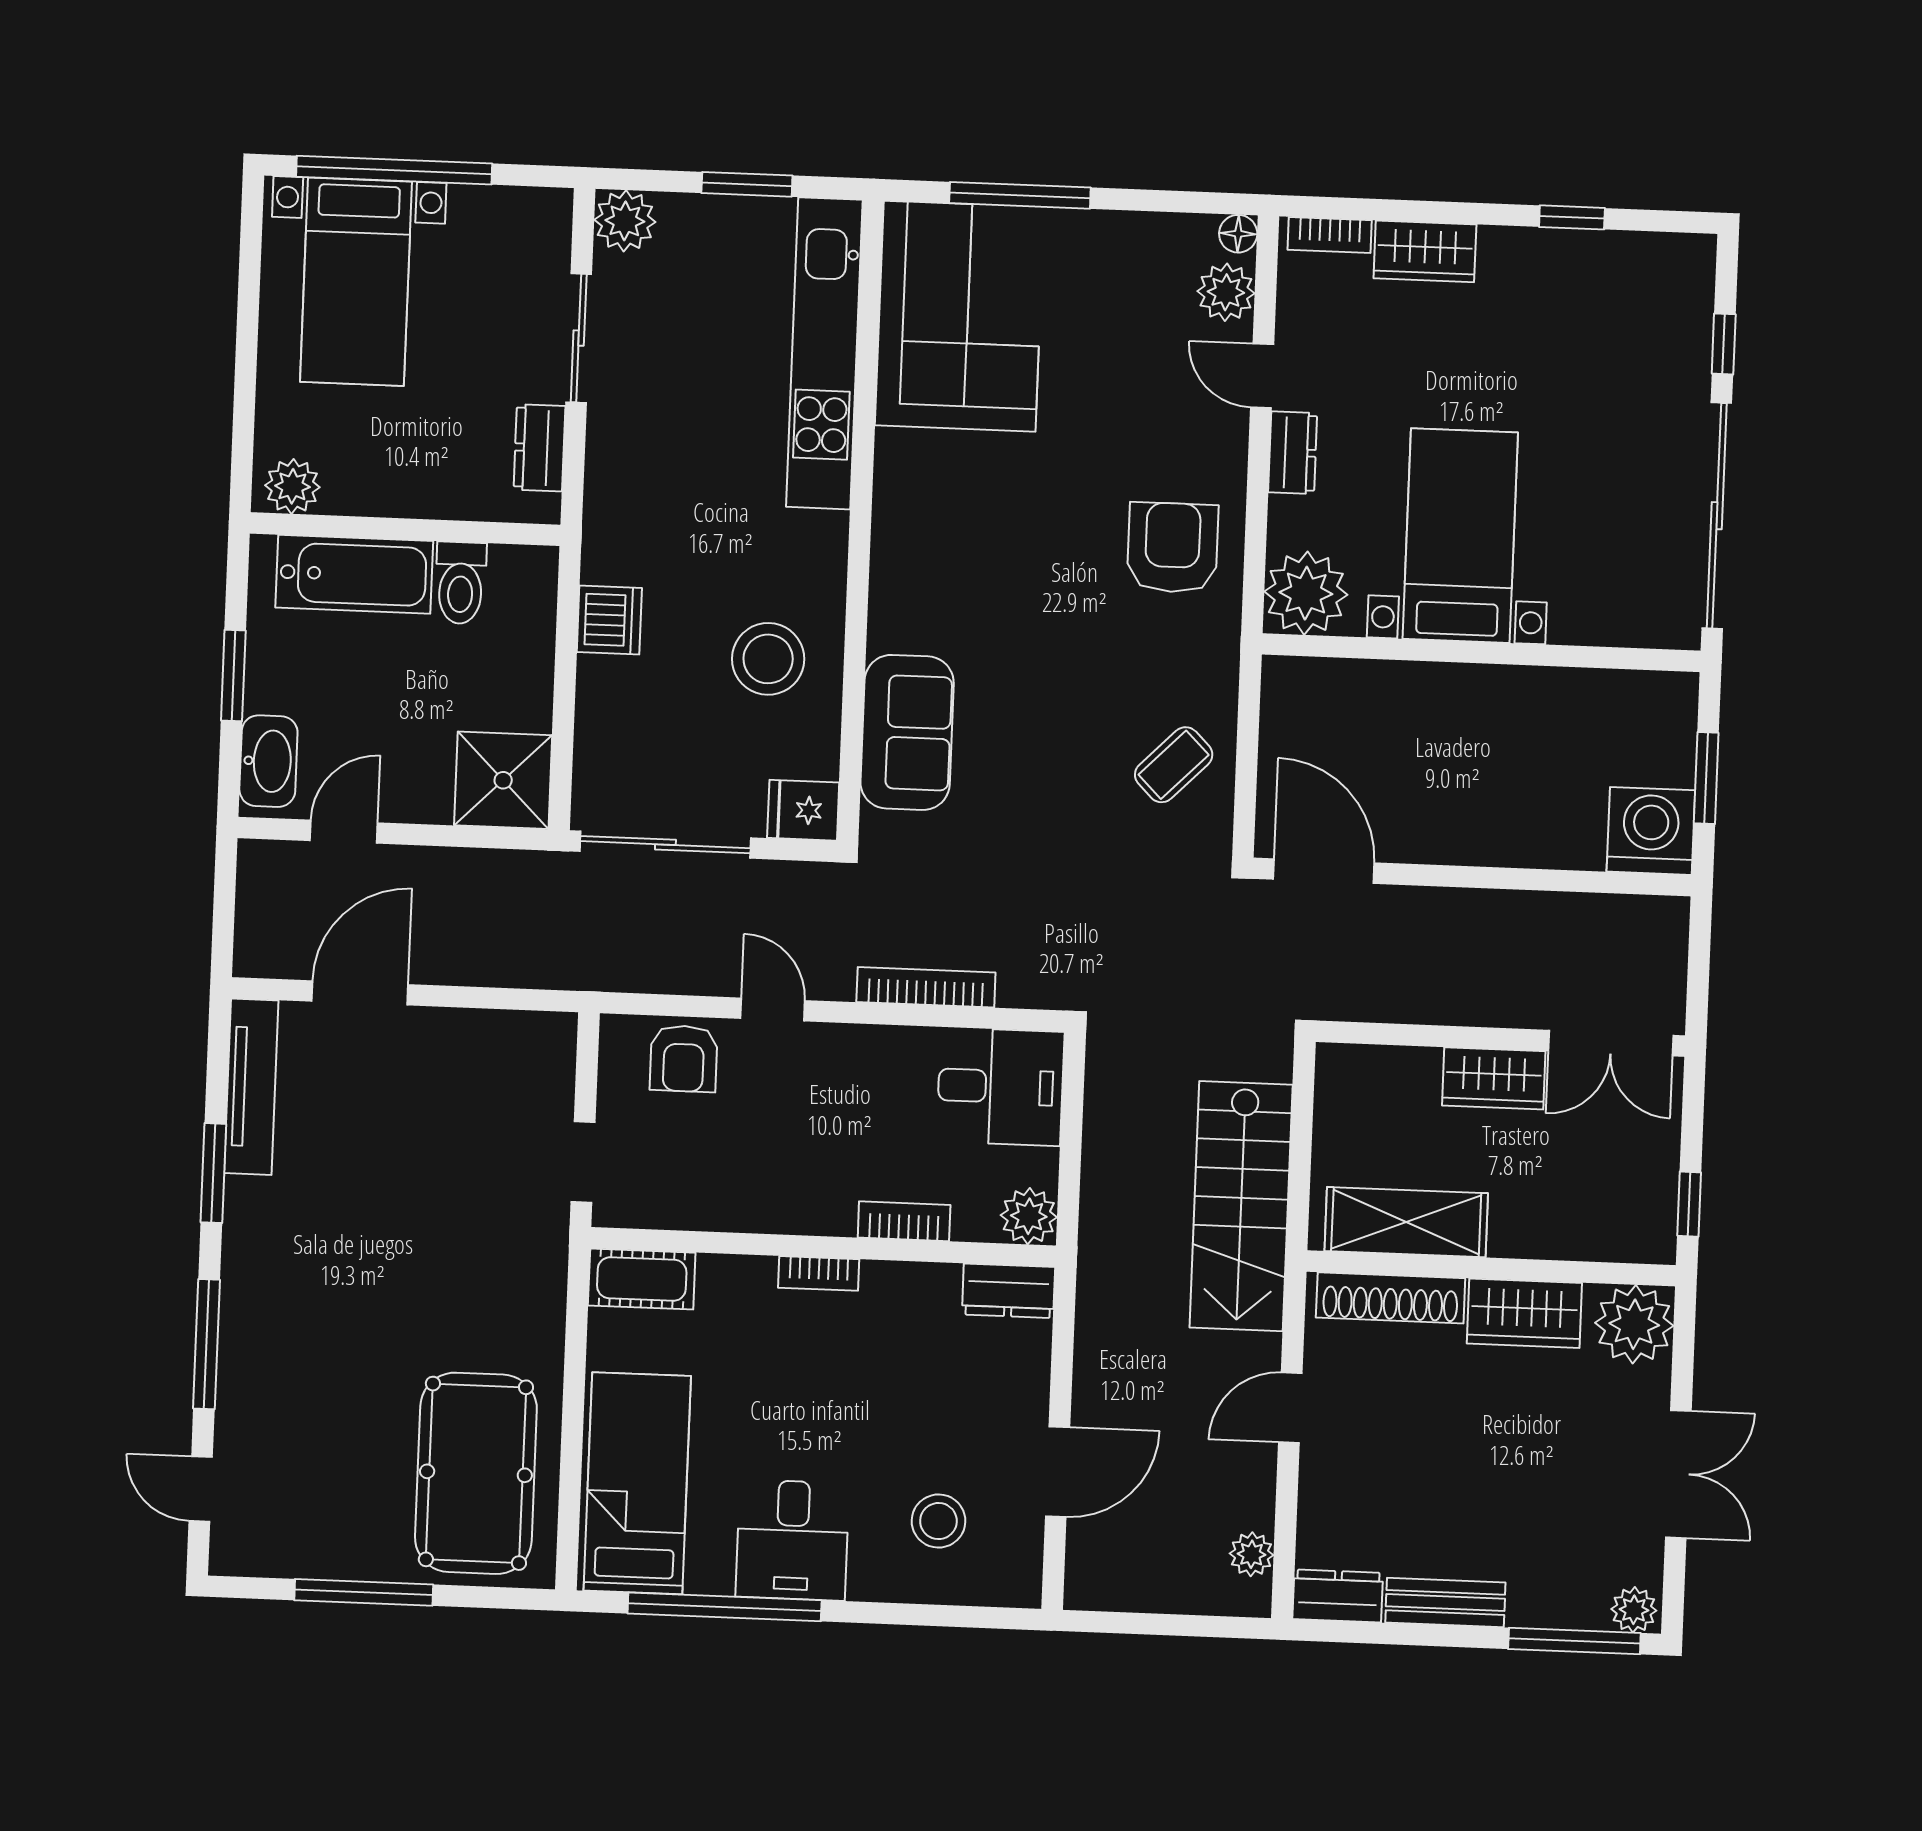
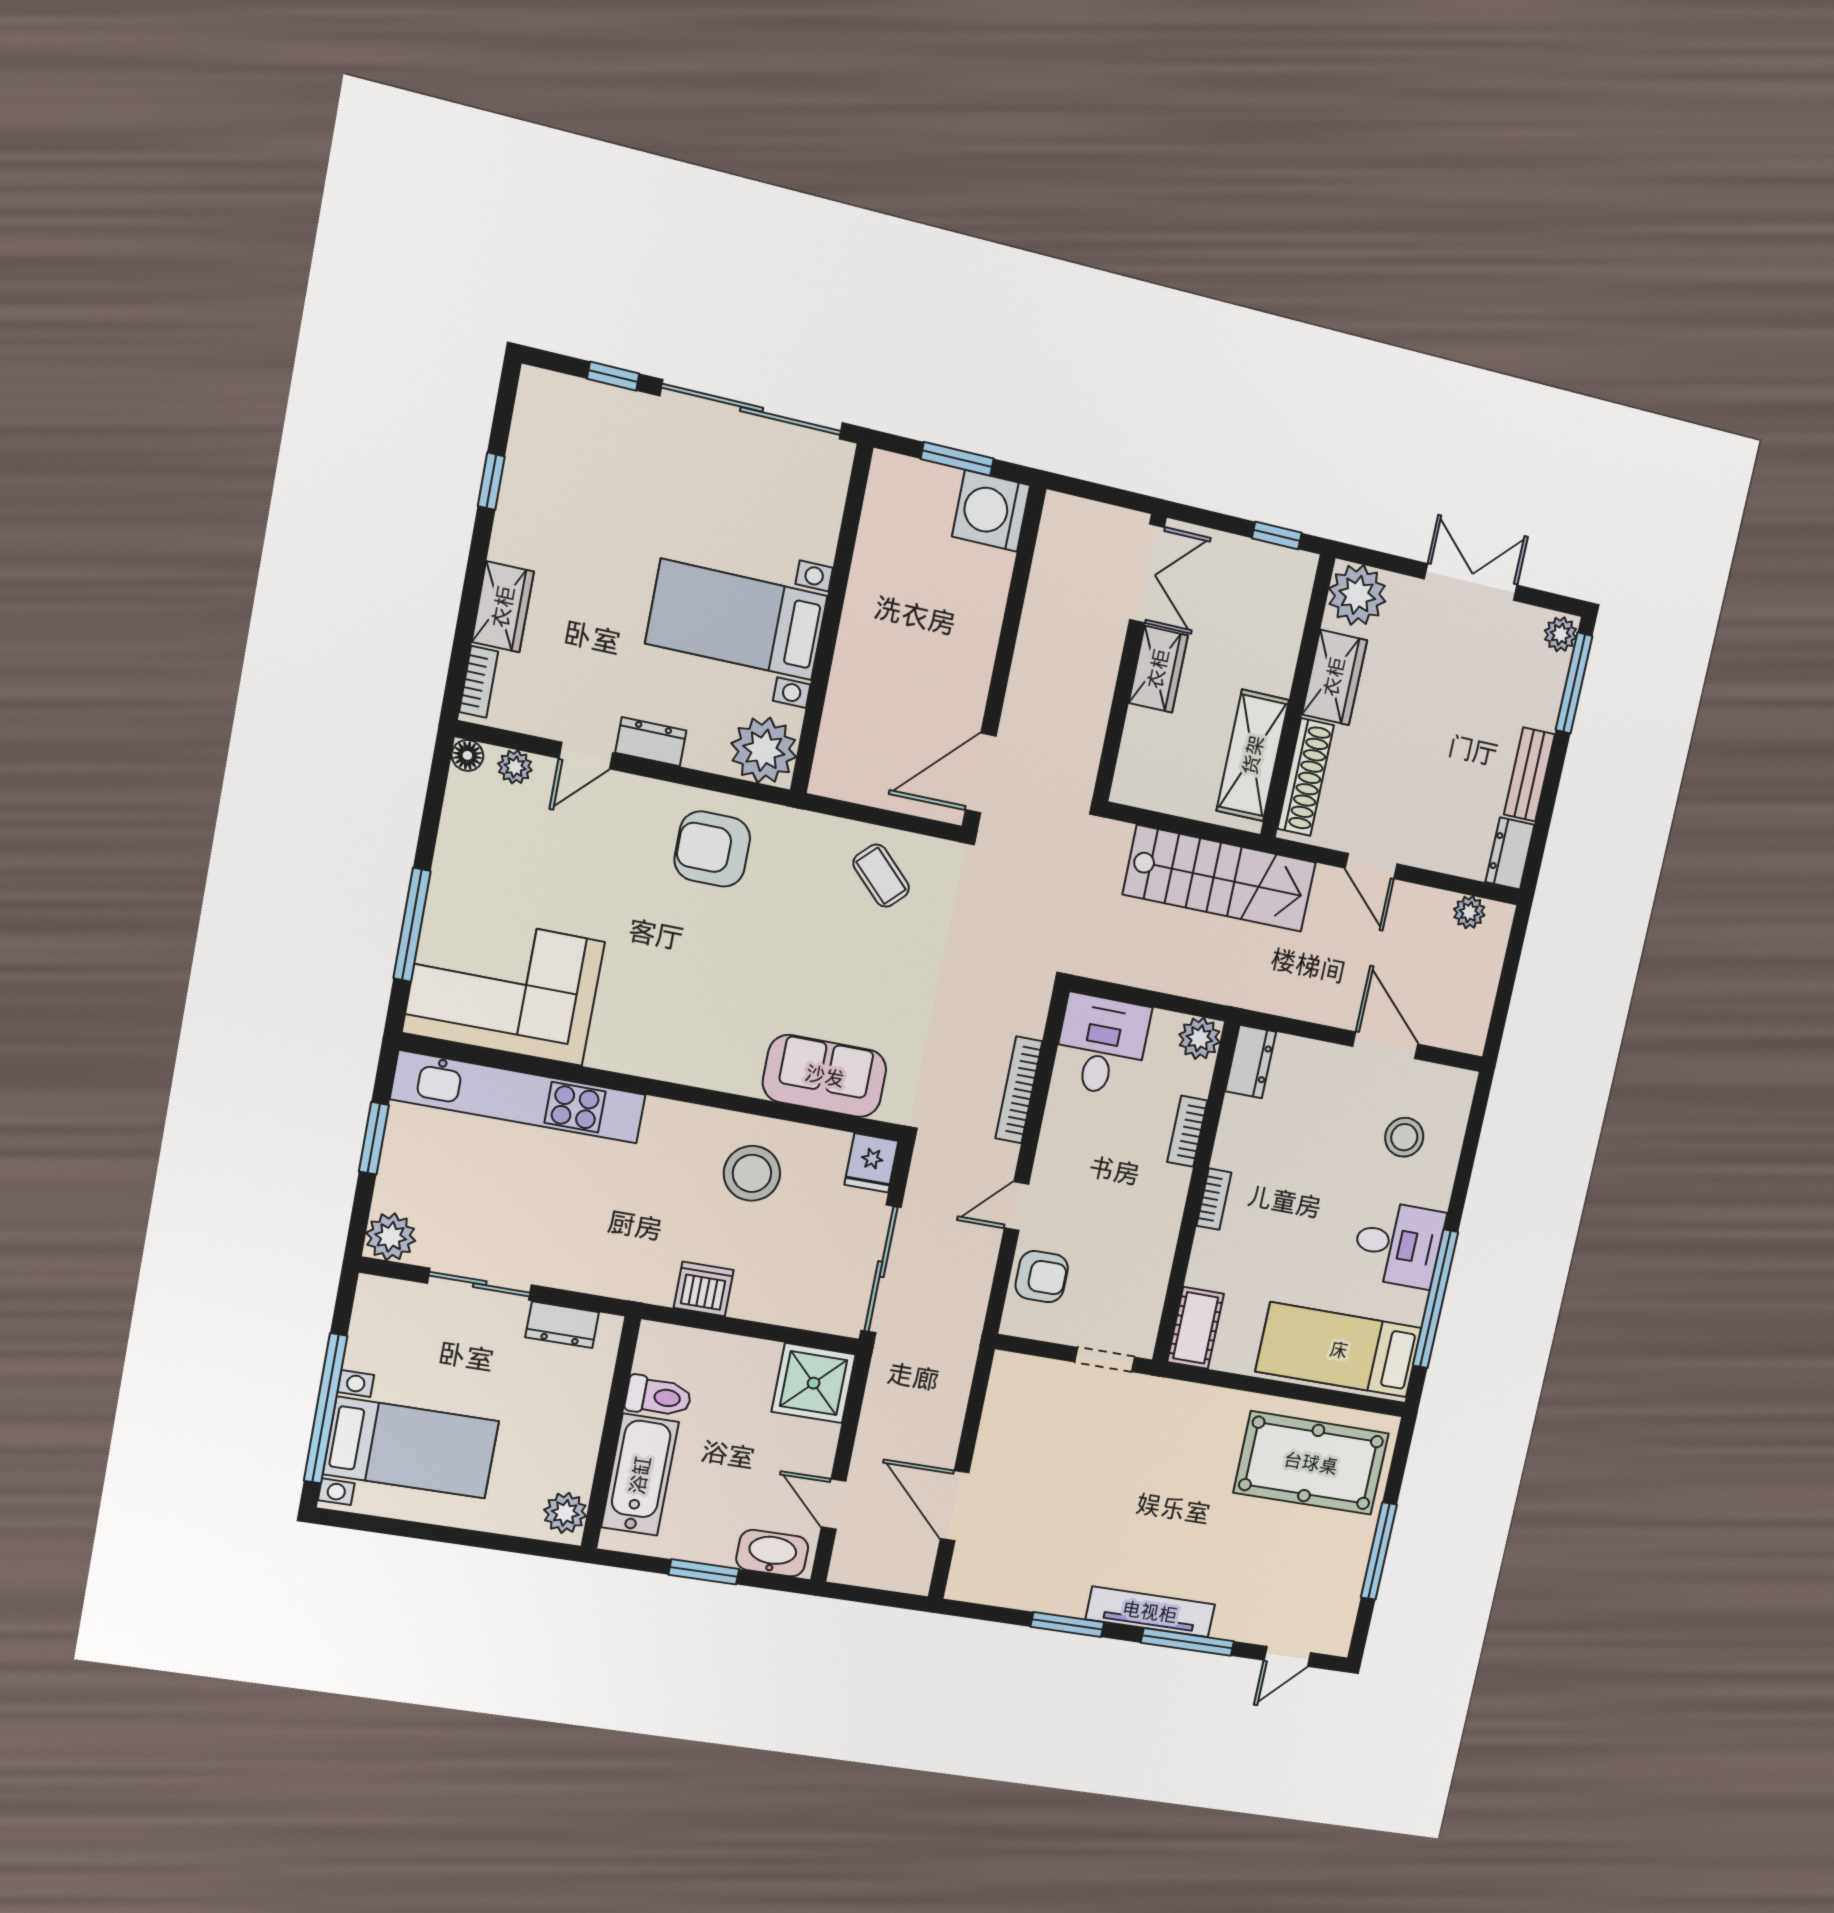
plant: (1226, 292) -> (515, 767), width x0.73, depth x0.73
tv unit: (251, 1087) -> (1150, 1612), moved

